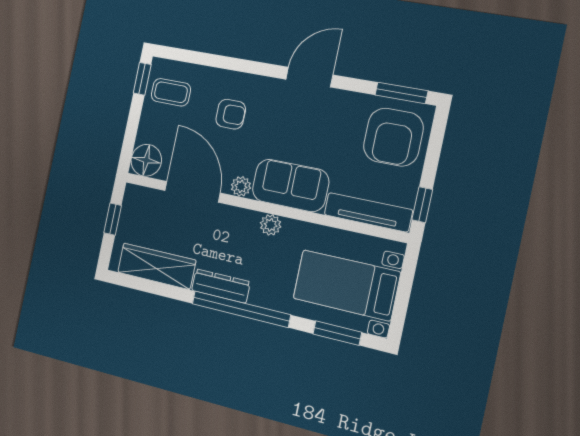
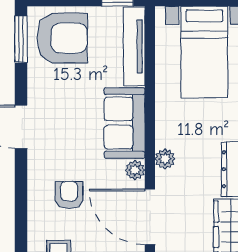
door: (192, 192) -> (150, 217), hinge flipped
plant: (271, 225) -> (165, 159), moved

